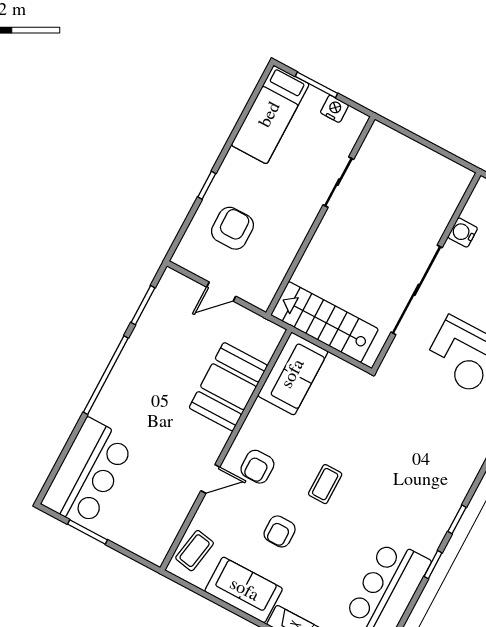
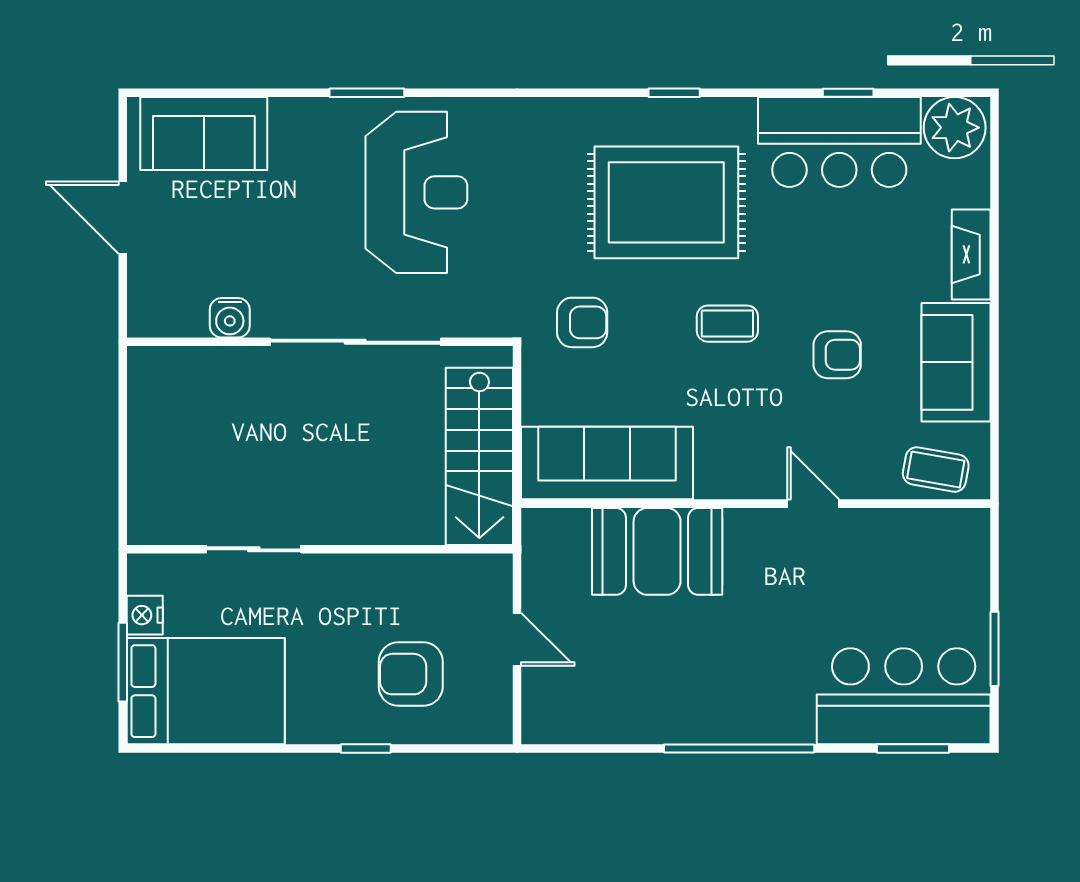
bed: (270, 115) -> (206, 691), width x1.50
window: (143, 305) -> (913, 749), moved
sofa: (293, 374) -> (607, 463), width x1.36
armchair: (257, 467) -> (582, 322), moved
rug: (403, 486) -> (666, 202), added
window: (433, 565) -> (848, 93), moved

